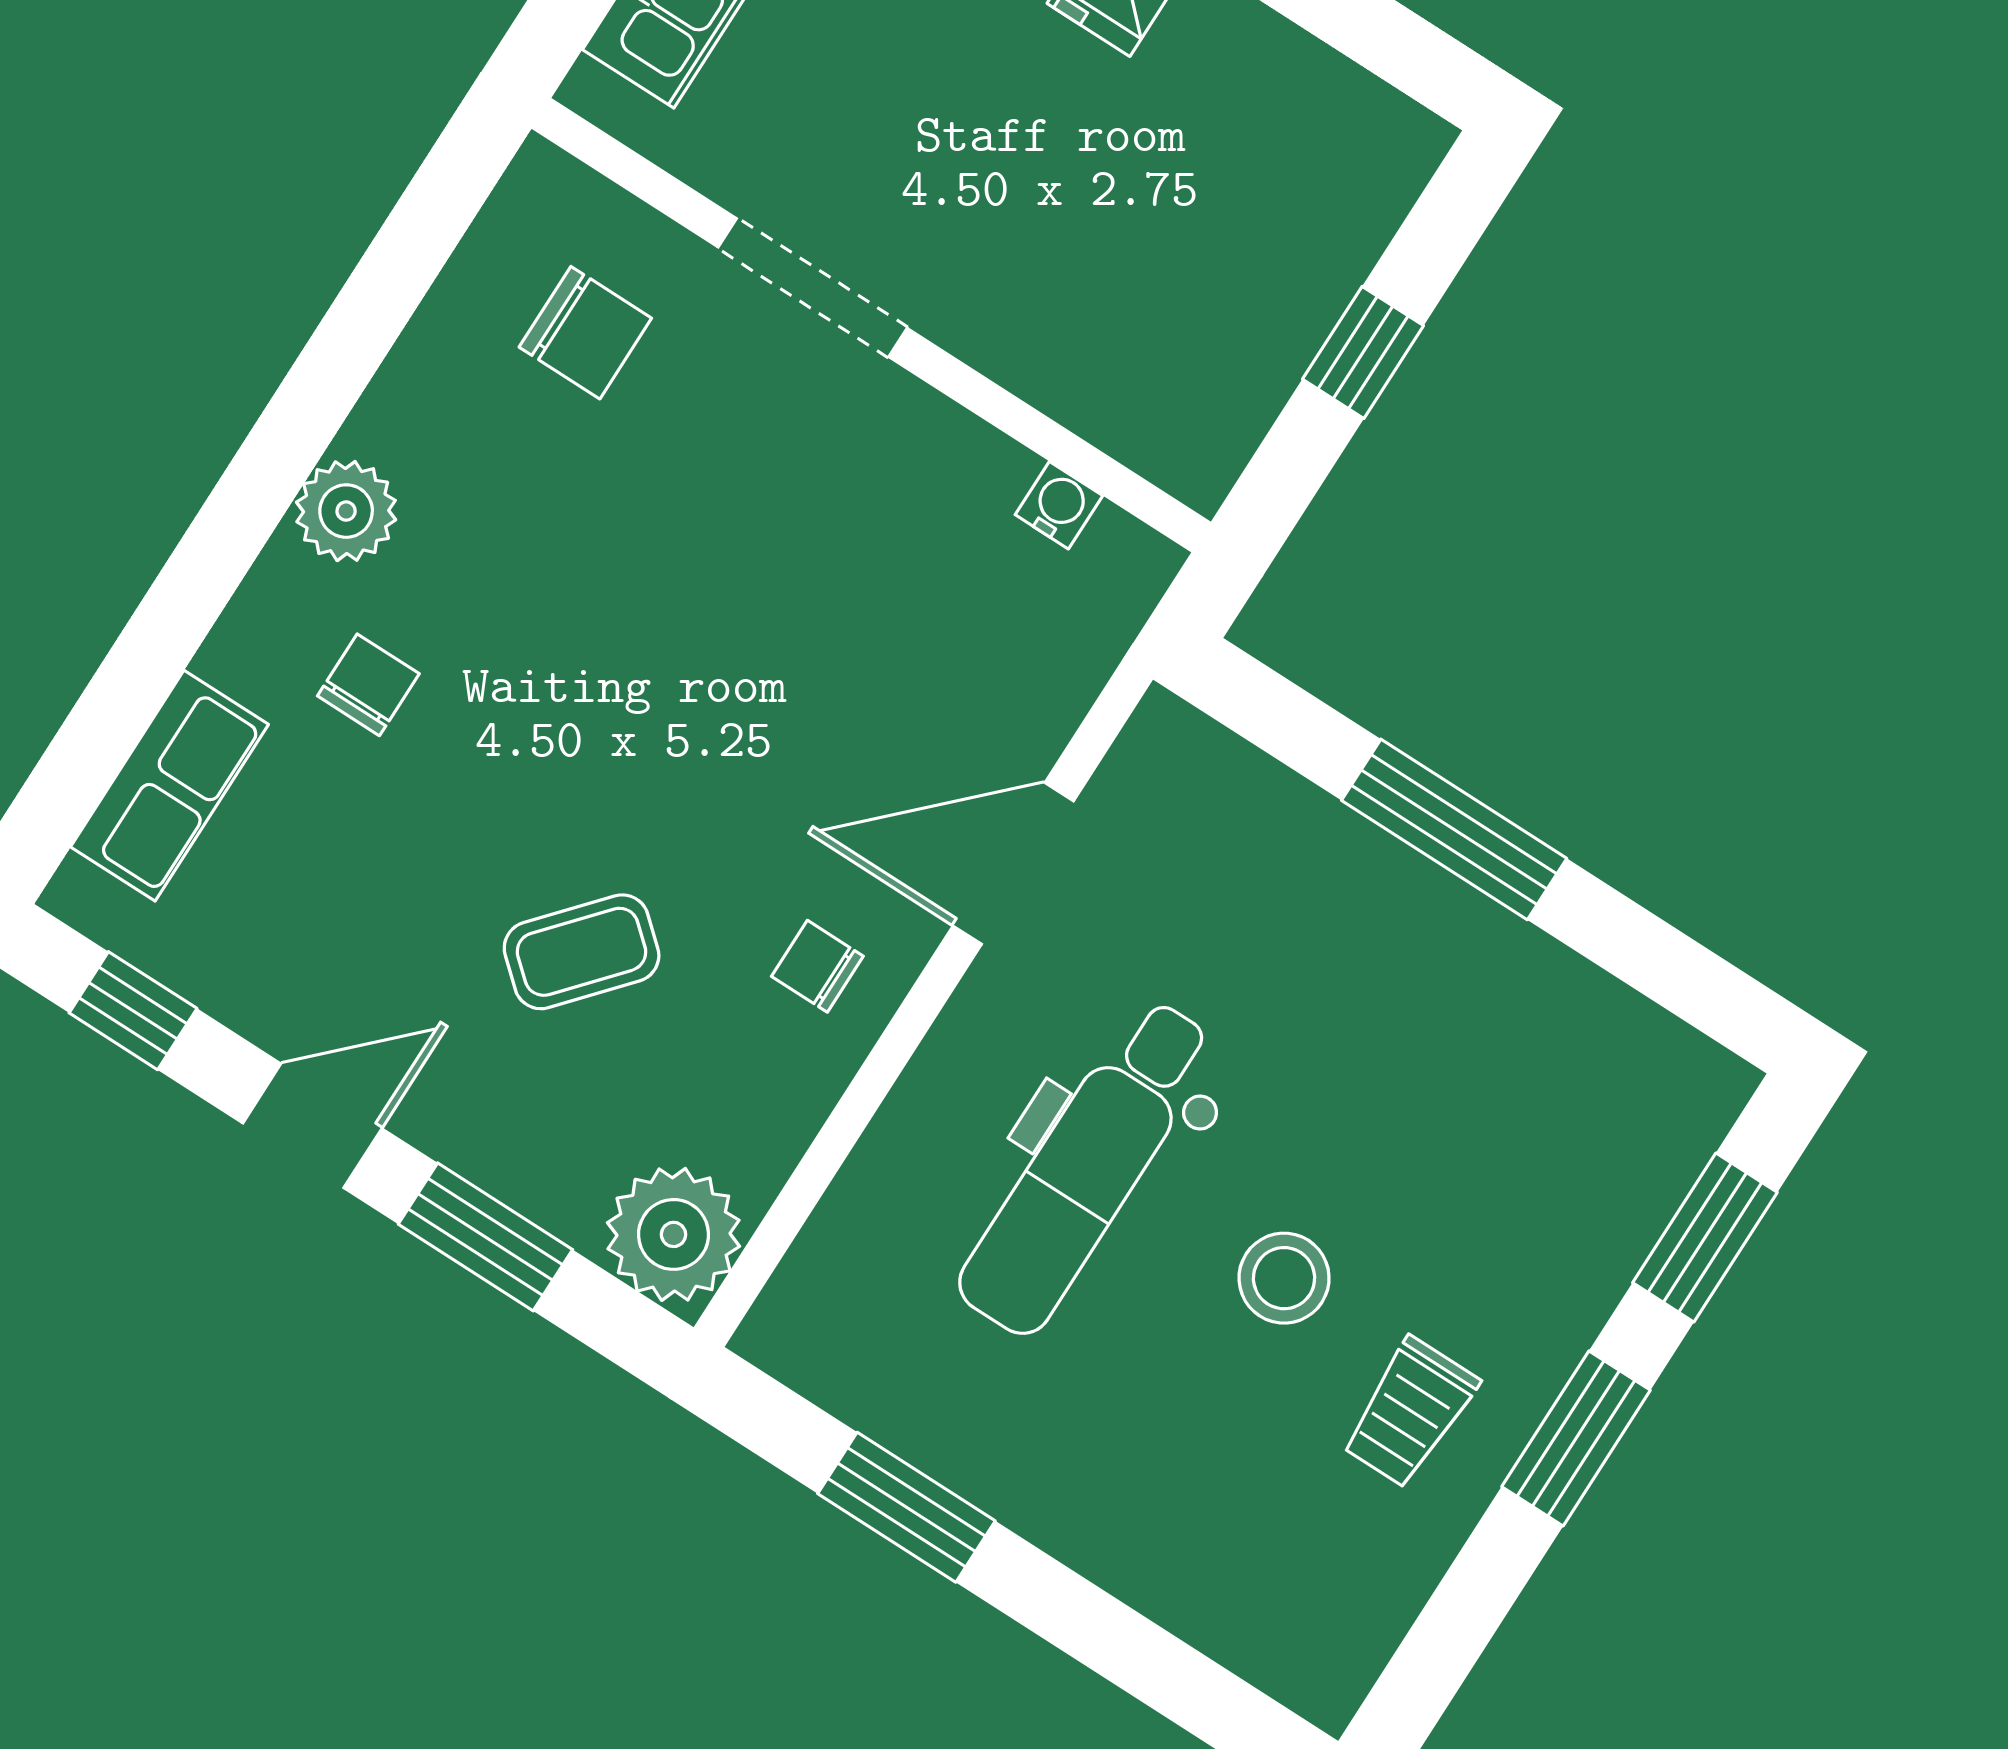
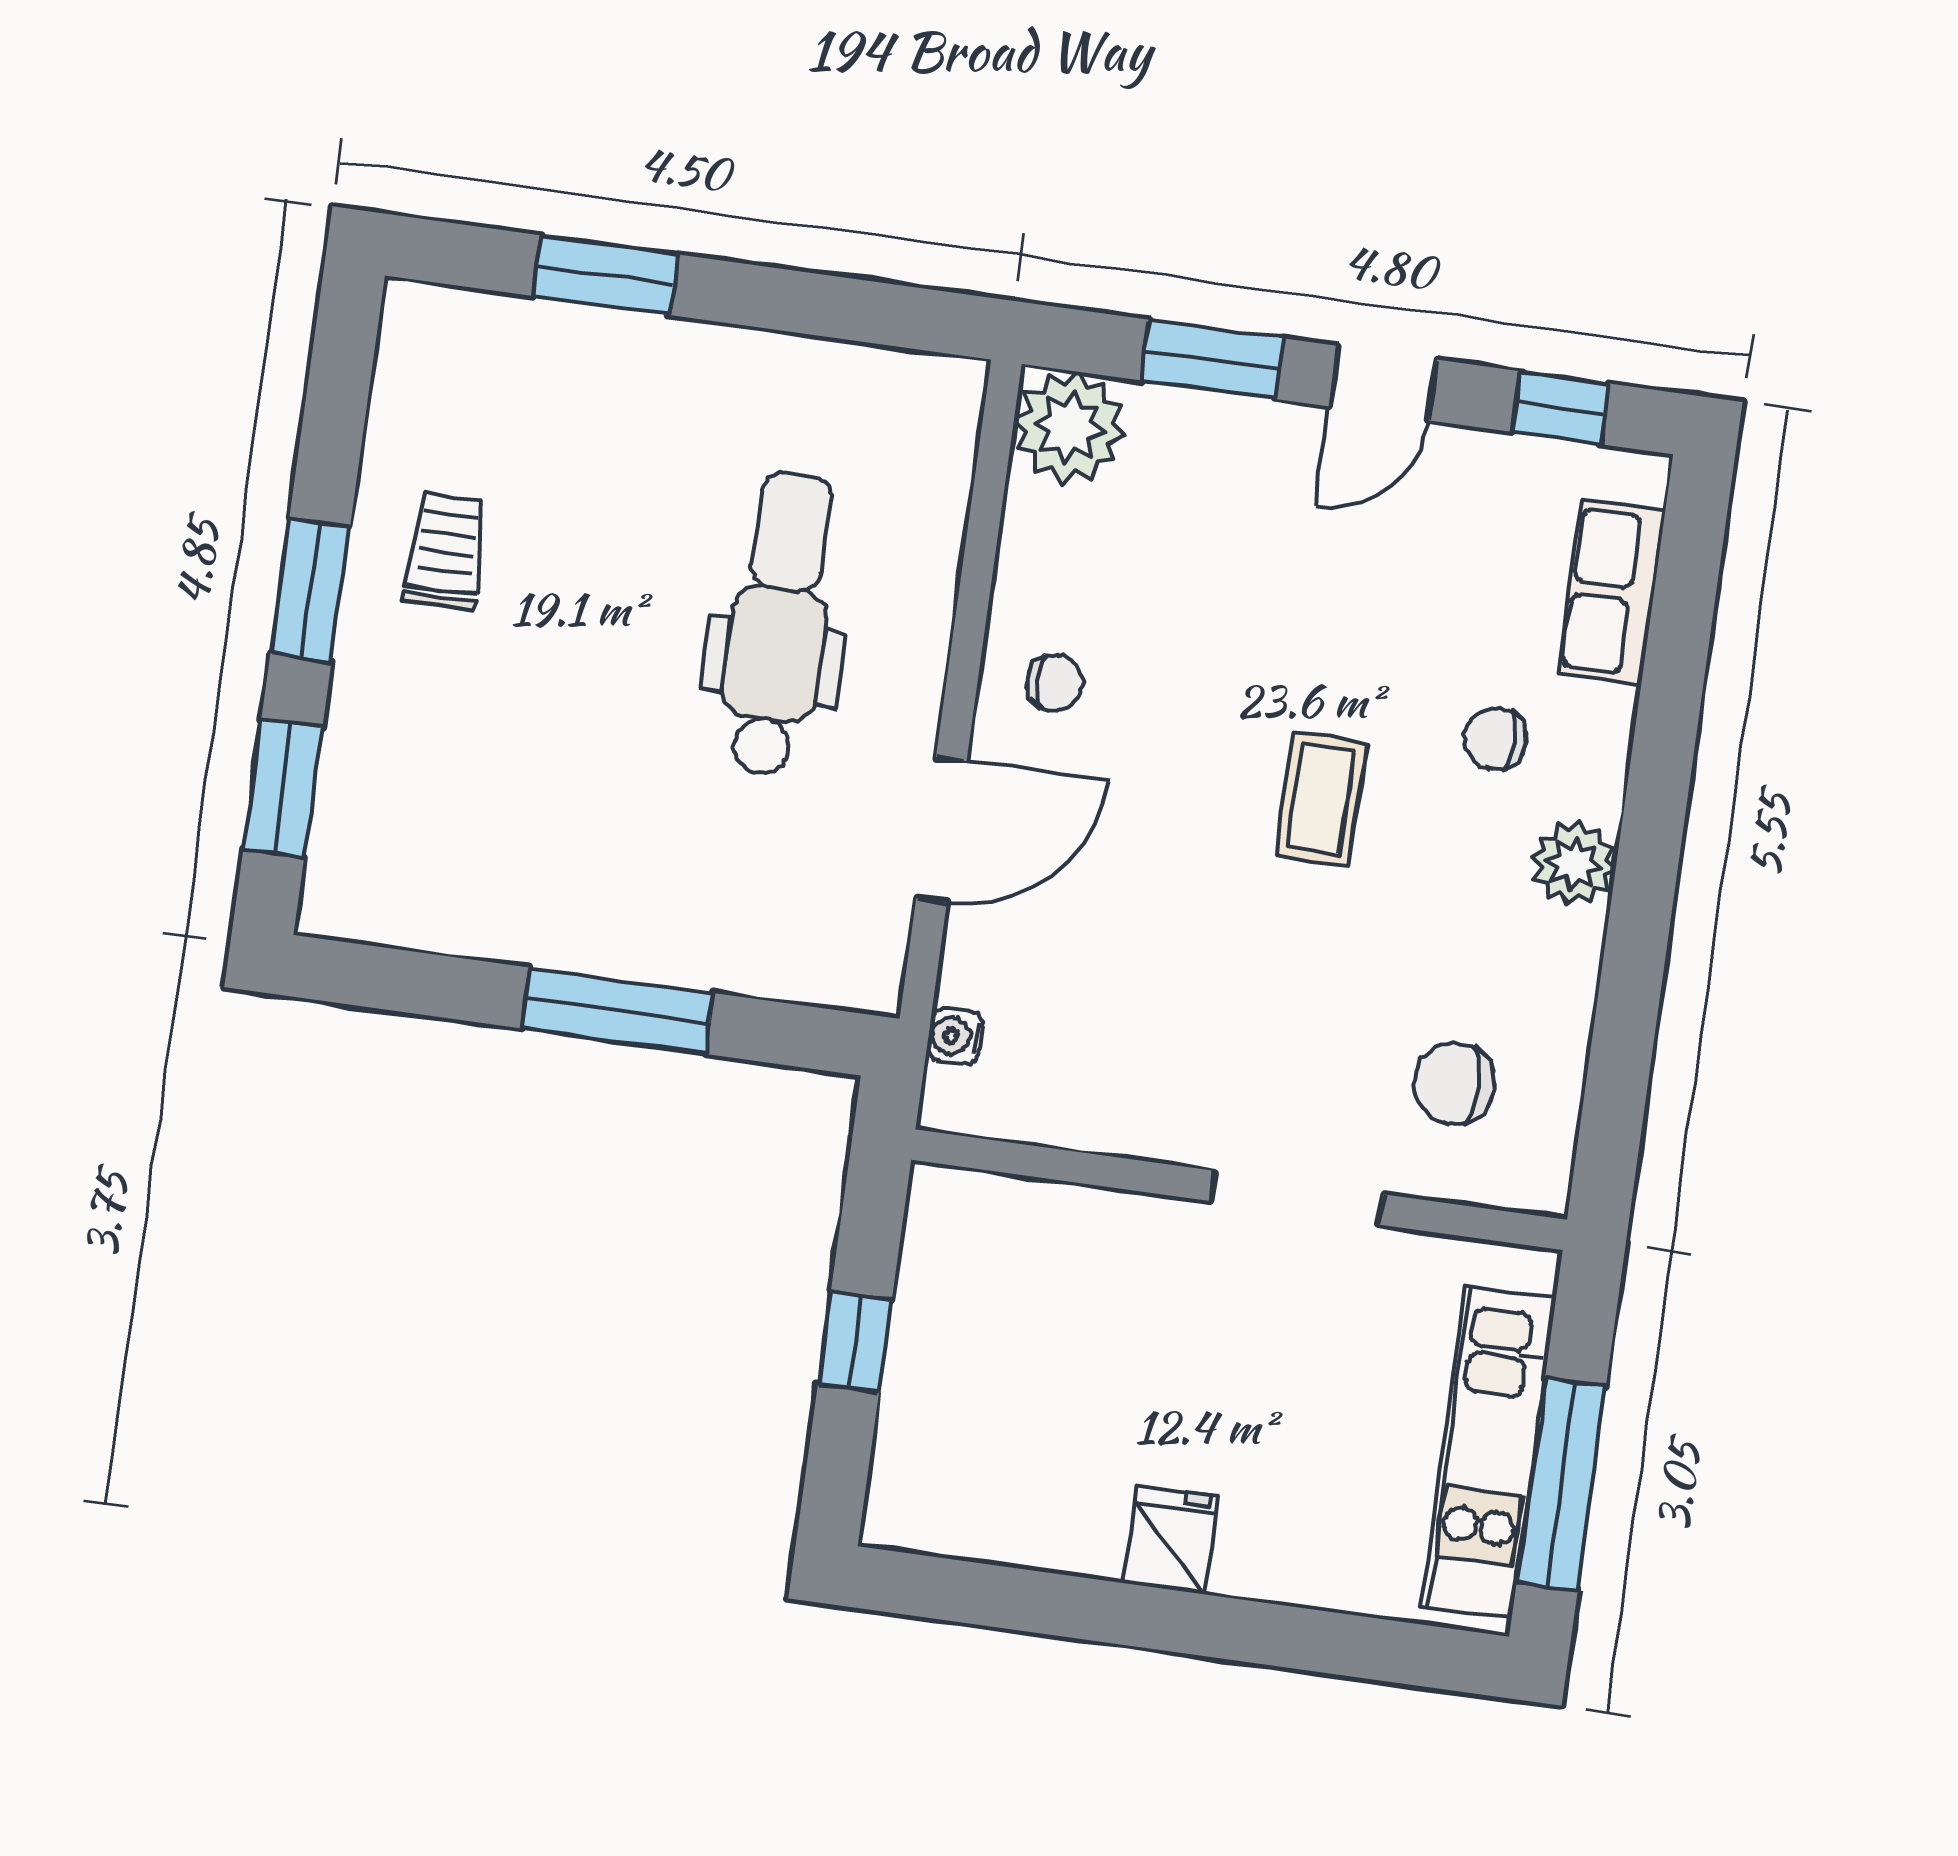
water cooler: (1059, 505) -> (955, 1036), moved, turned 90
chair: (368, 685) -> (1496, 739), turned 90
coffee table: (582, 952) -> (1321, 799), moved, turned -40
stool: (1284, 1278) -> (589, 609), removed
window: (906, 1507) -> (605, 275), moved

